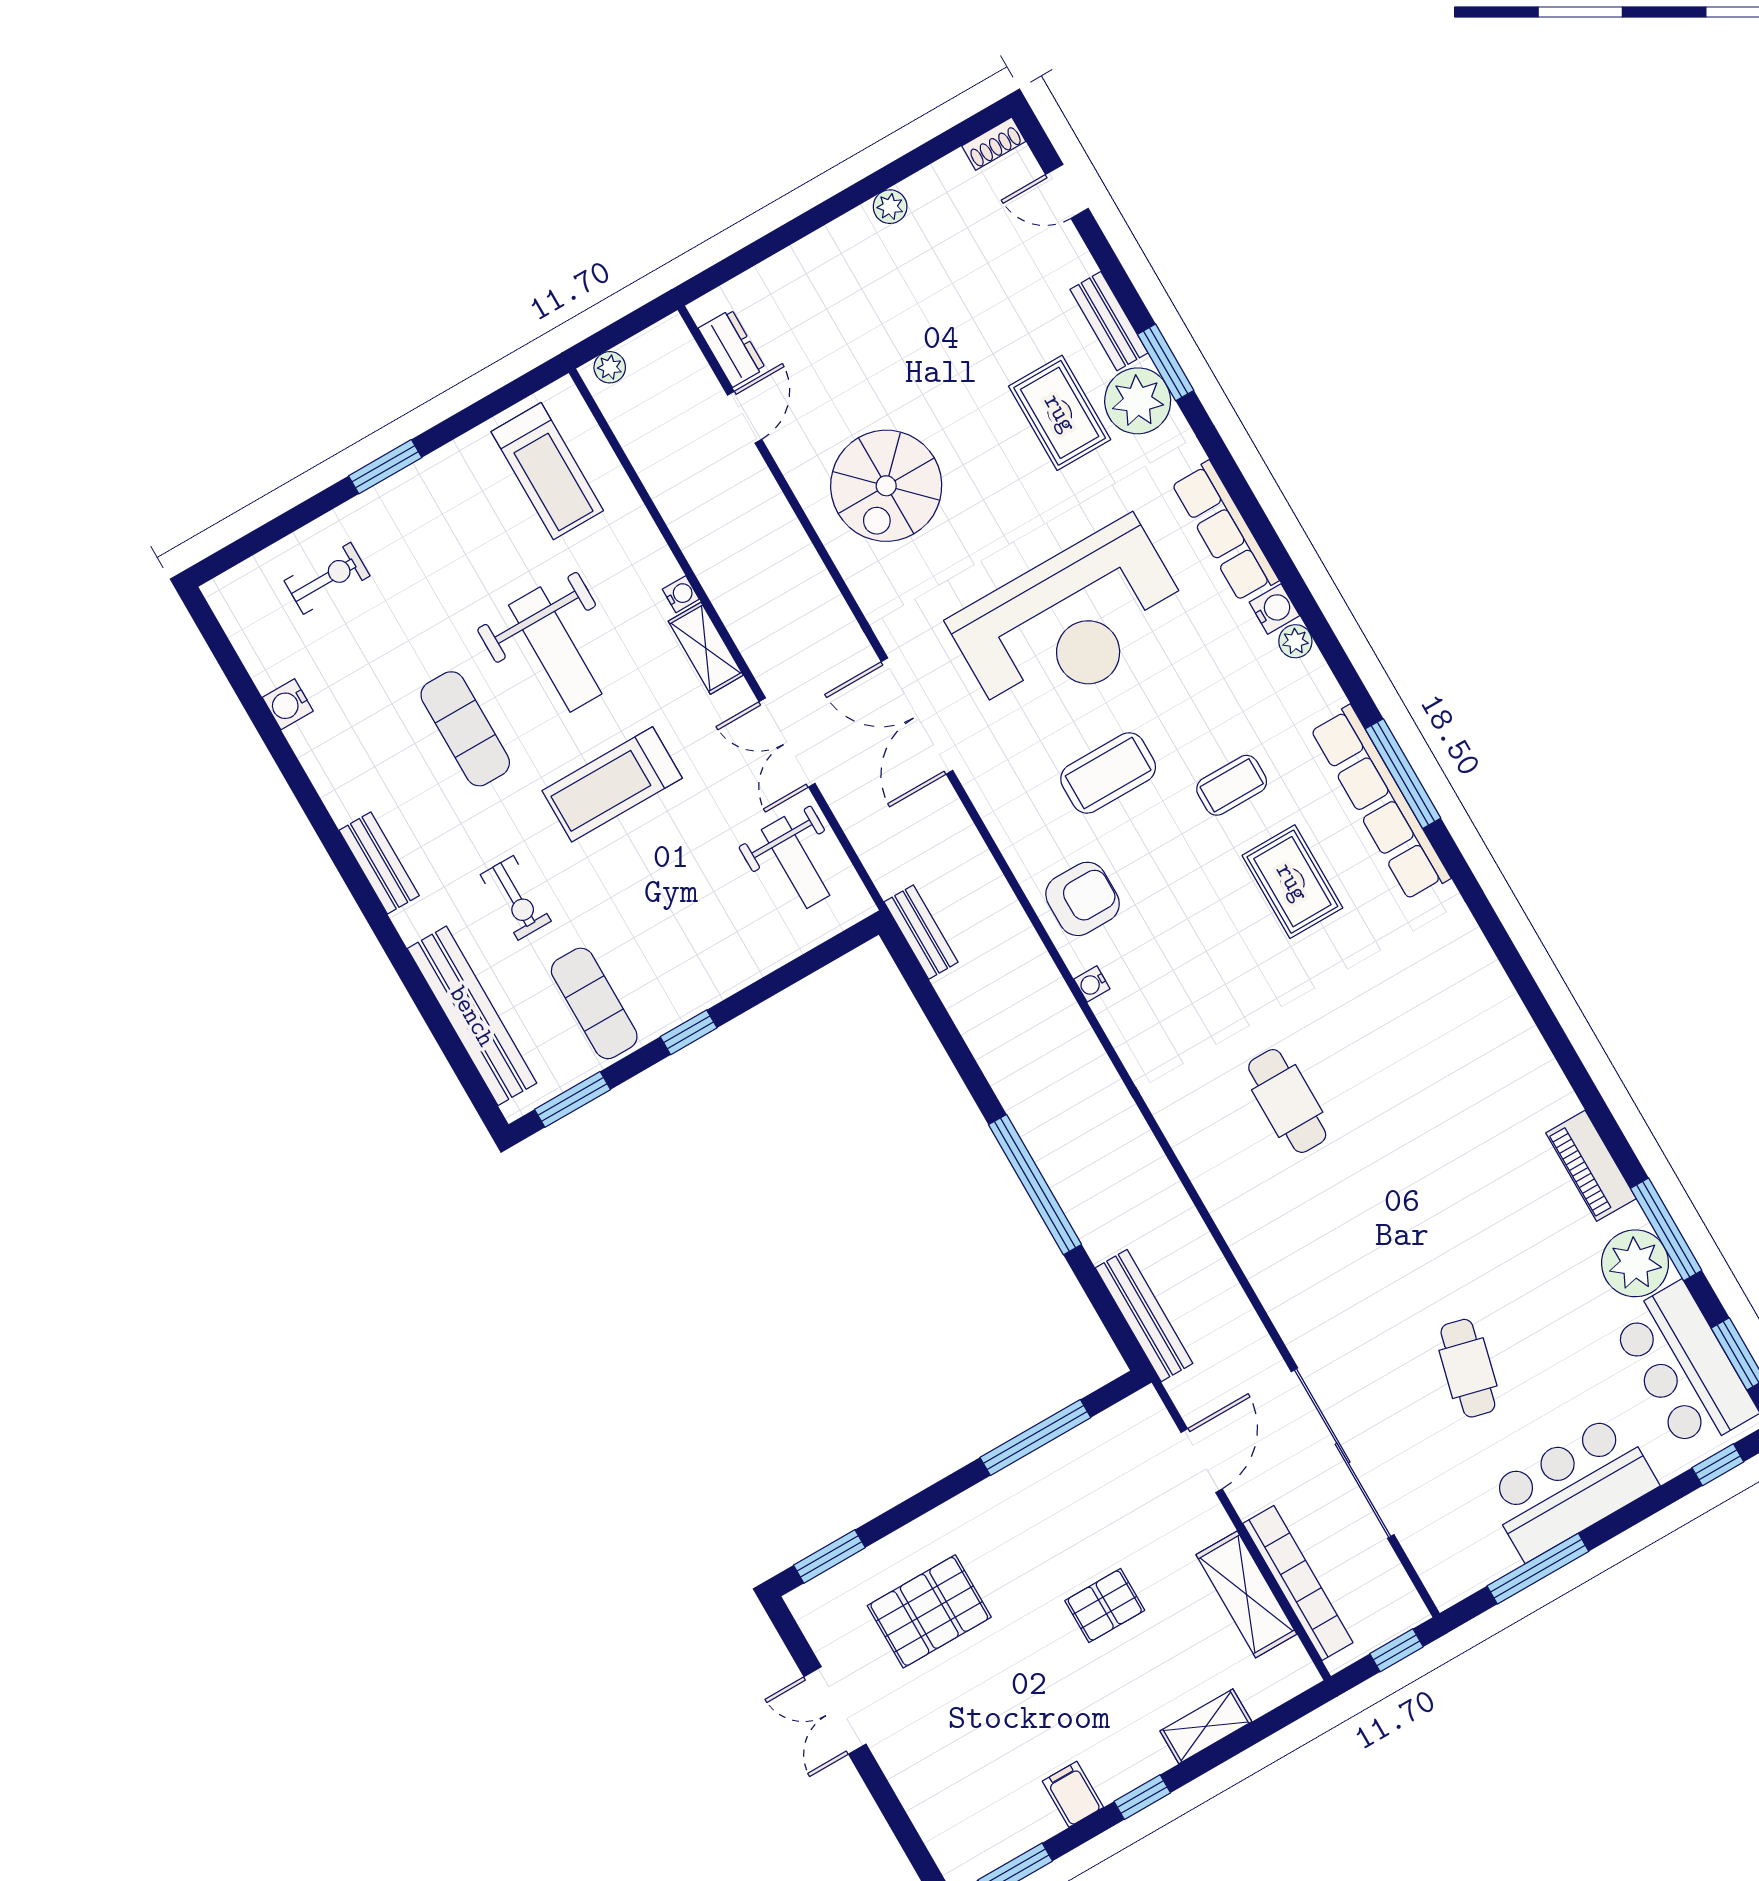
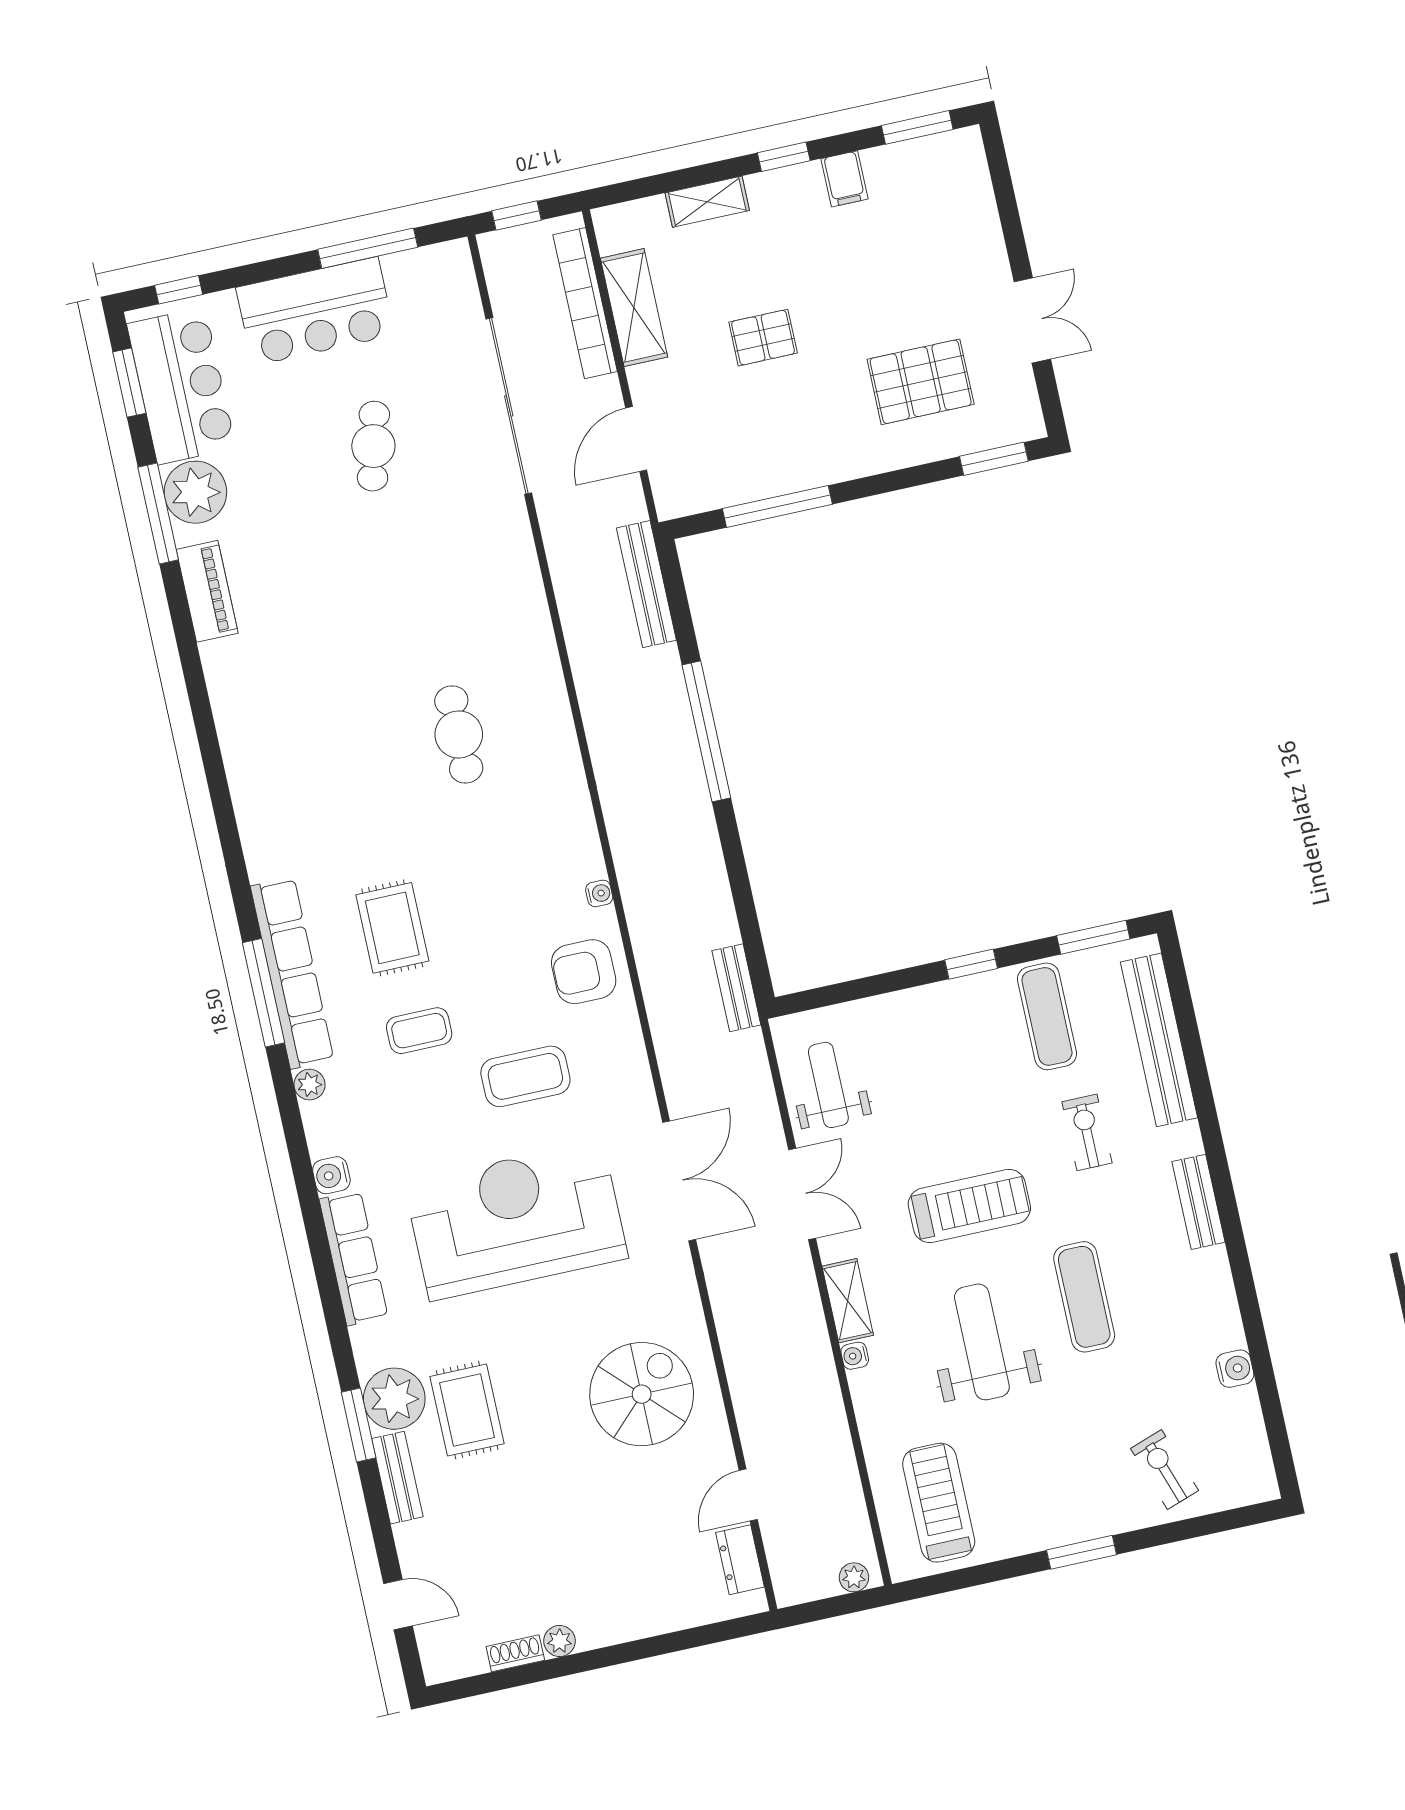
shoe rack: (994, 144) -> (515, 1653), moved
exercise bike: (327, 578) -> (1164, 1469), turned 71
plant: (1295, 641) -> (310, 1085), moved

